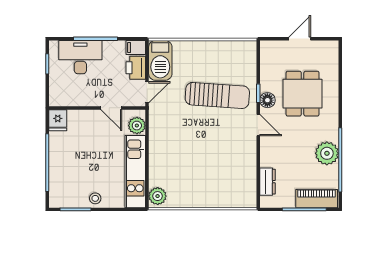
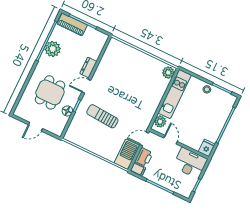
desk: (80, 57) -> (190, 163), moved, turned 180
sun lounger: (217, 95) -> (102, 116), width x0.73, depth x0.75
floor lamp: (267, 100) -> (67, 111), moved
door: (258, 125) -> (86, 86), hinge flipped
dresser: (268, 182) -> (88, 67), moved

